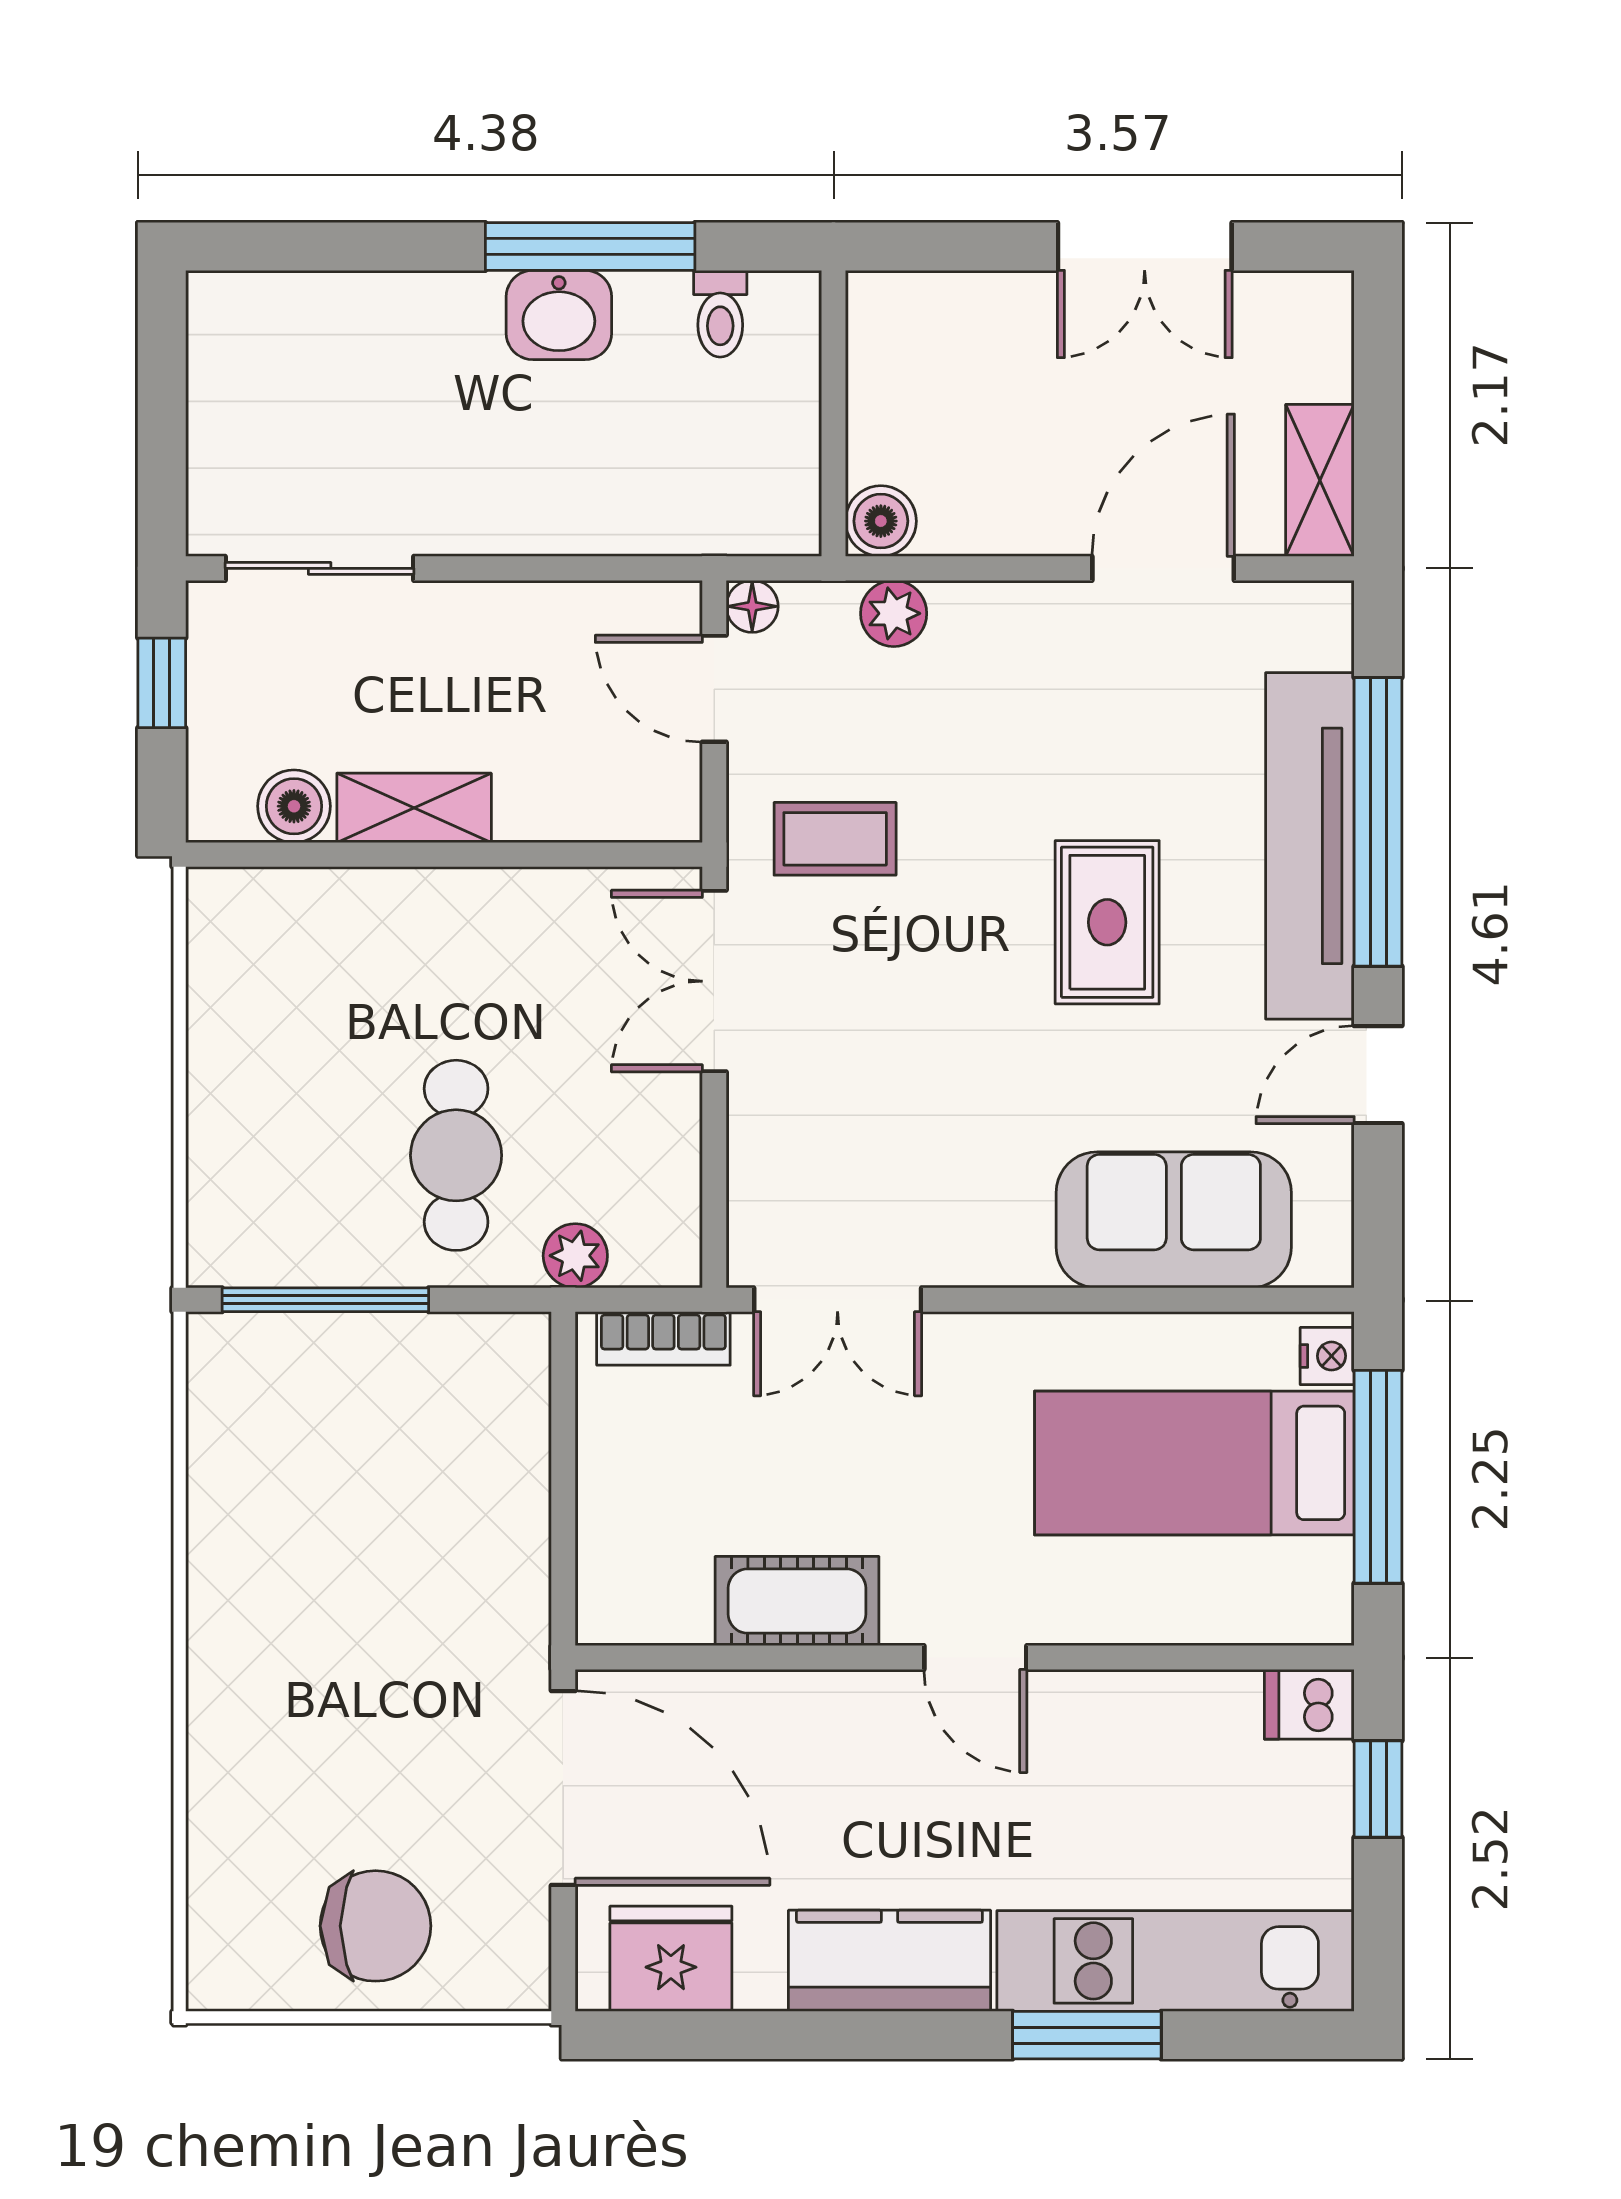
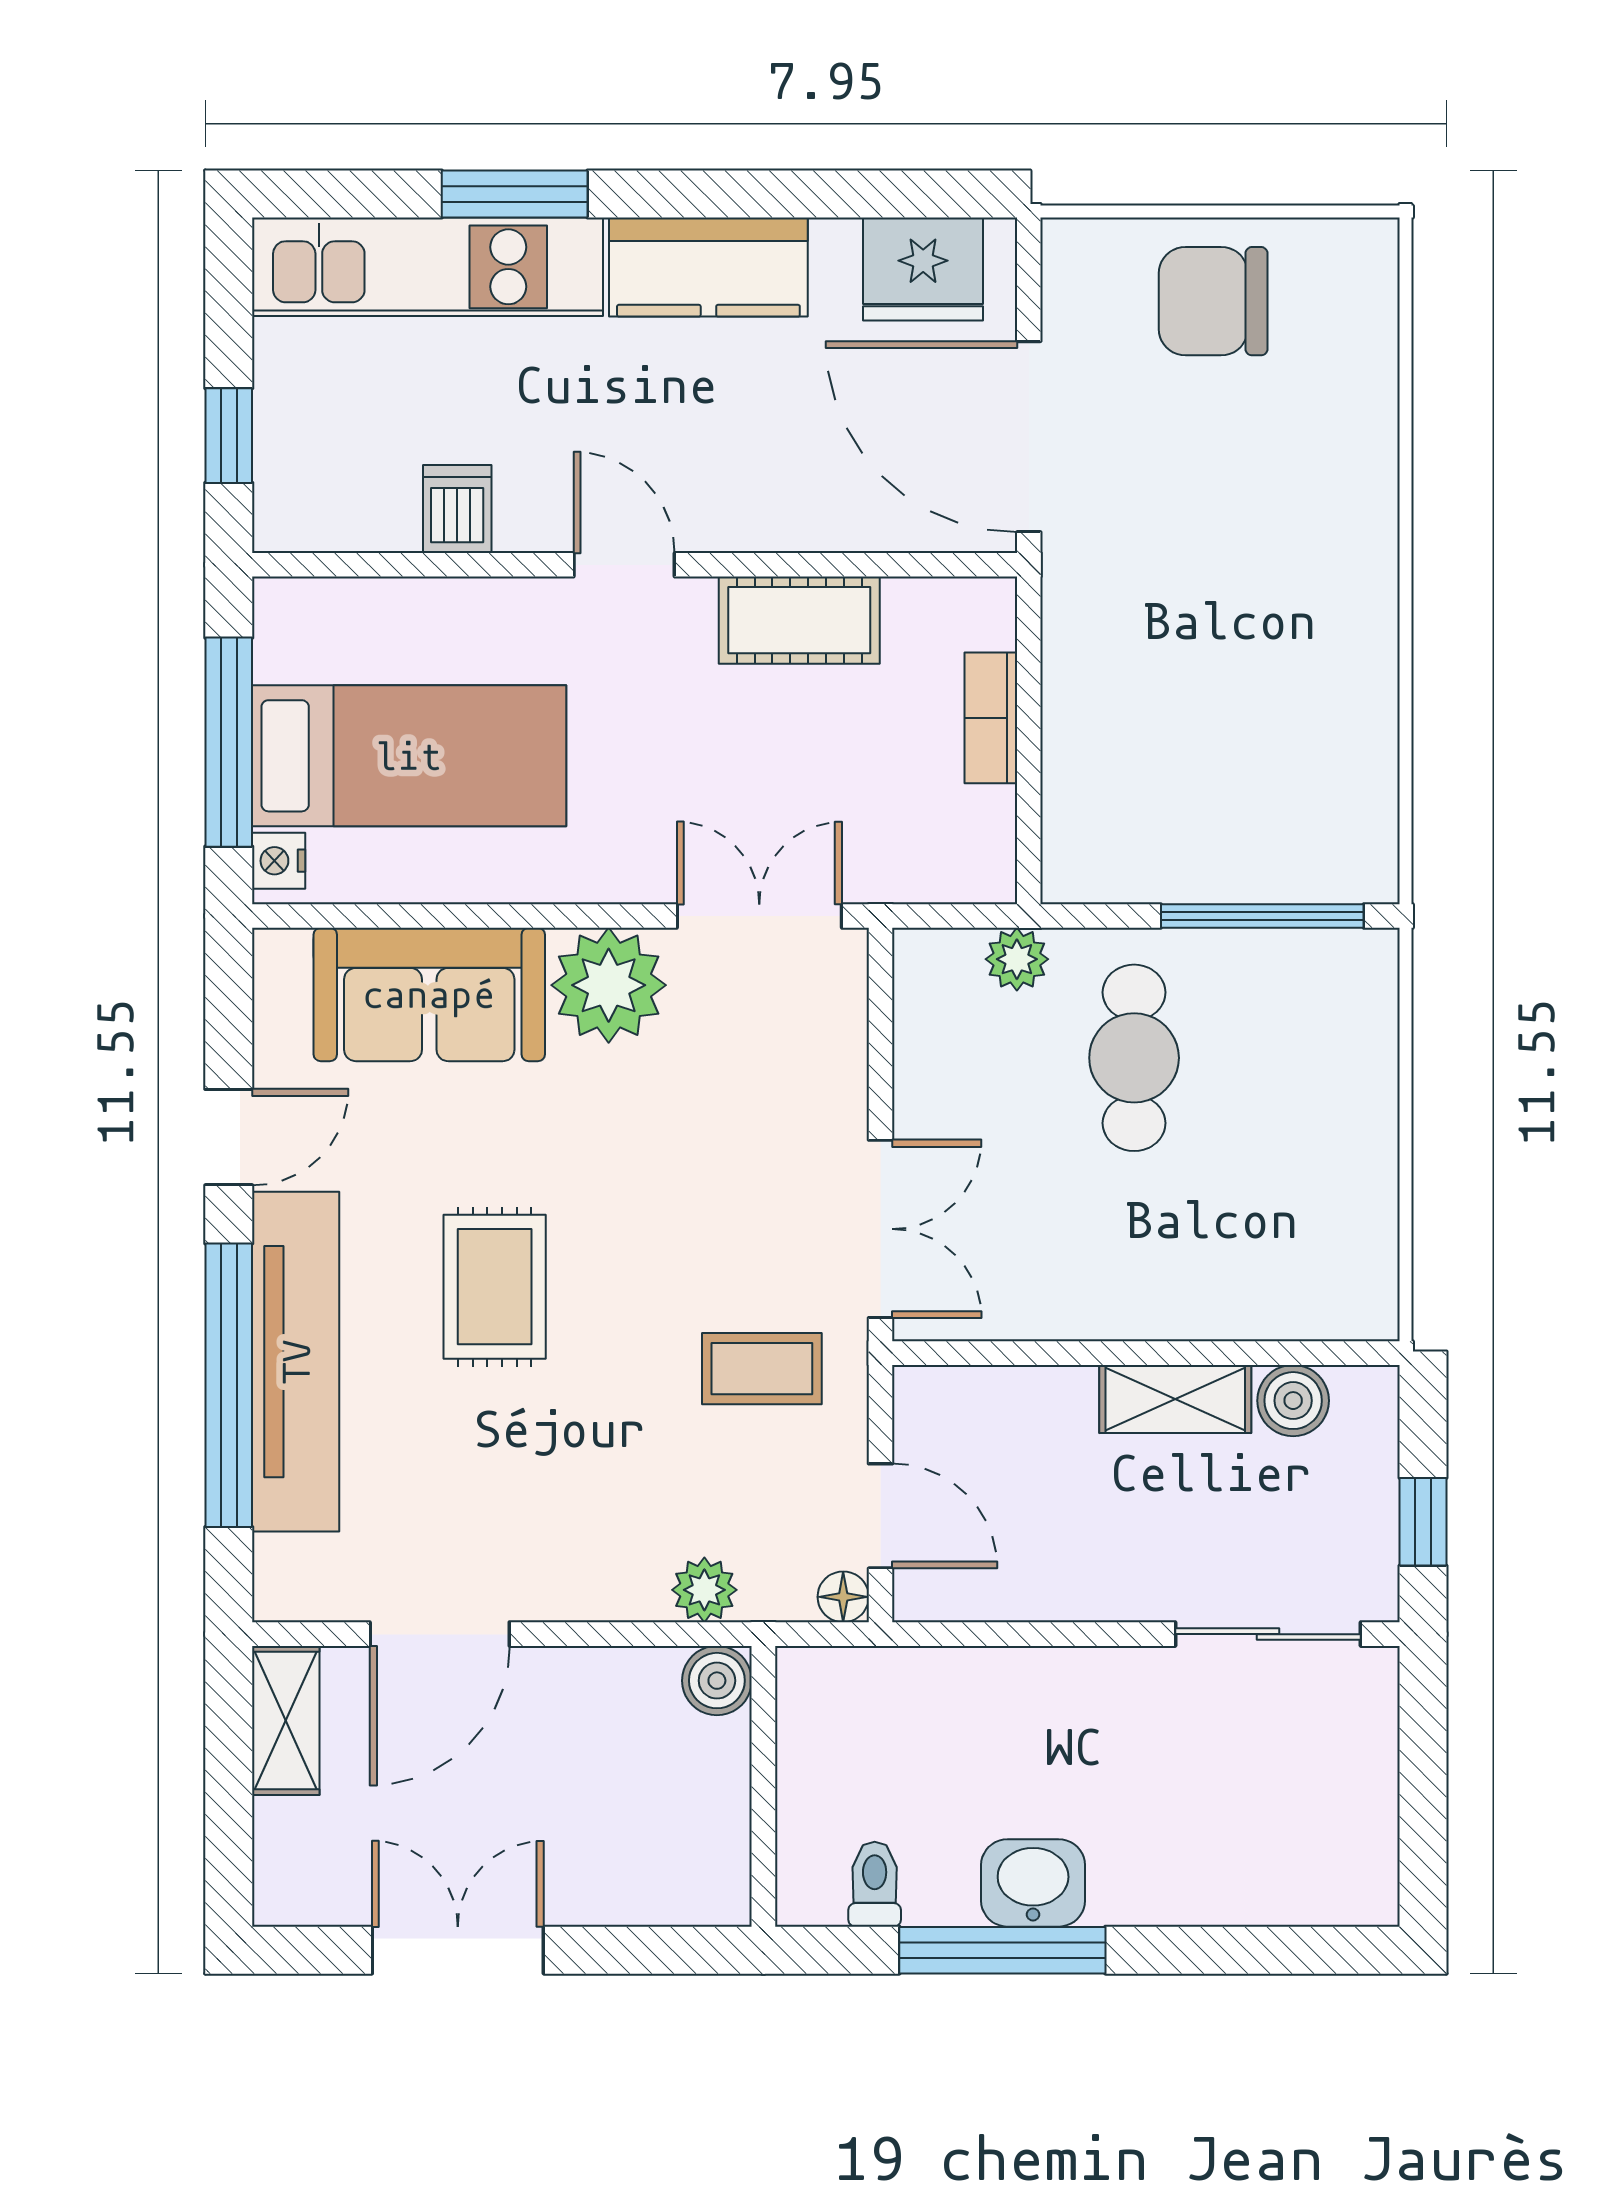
plant: (991, 1229) -> (609, 985), added
bookcase: (663, 1338) -> (991, 718), moved, turned -90
dishwasher: (1309, 1704) -> (457, 509), moved, turned -90

